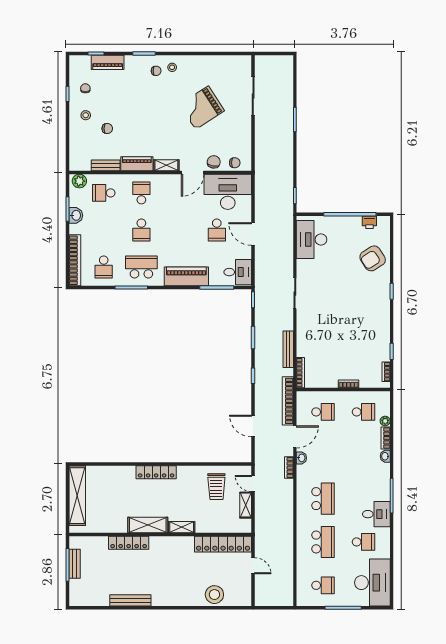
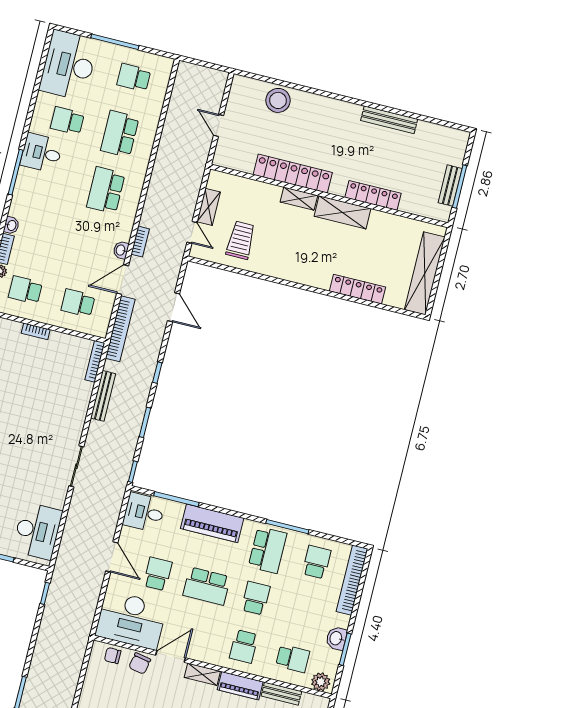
school desk: (179, 230) -> (207, 586), added
school desk: (141, 267) -> (268, 550), turned -90
locker: (156, 472) -> (358, 289), moved
locker: (223, 544) -> (293, 174), moved

